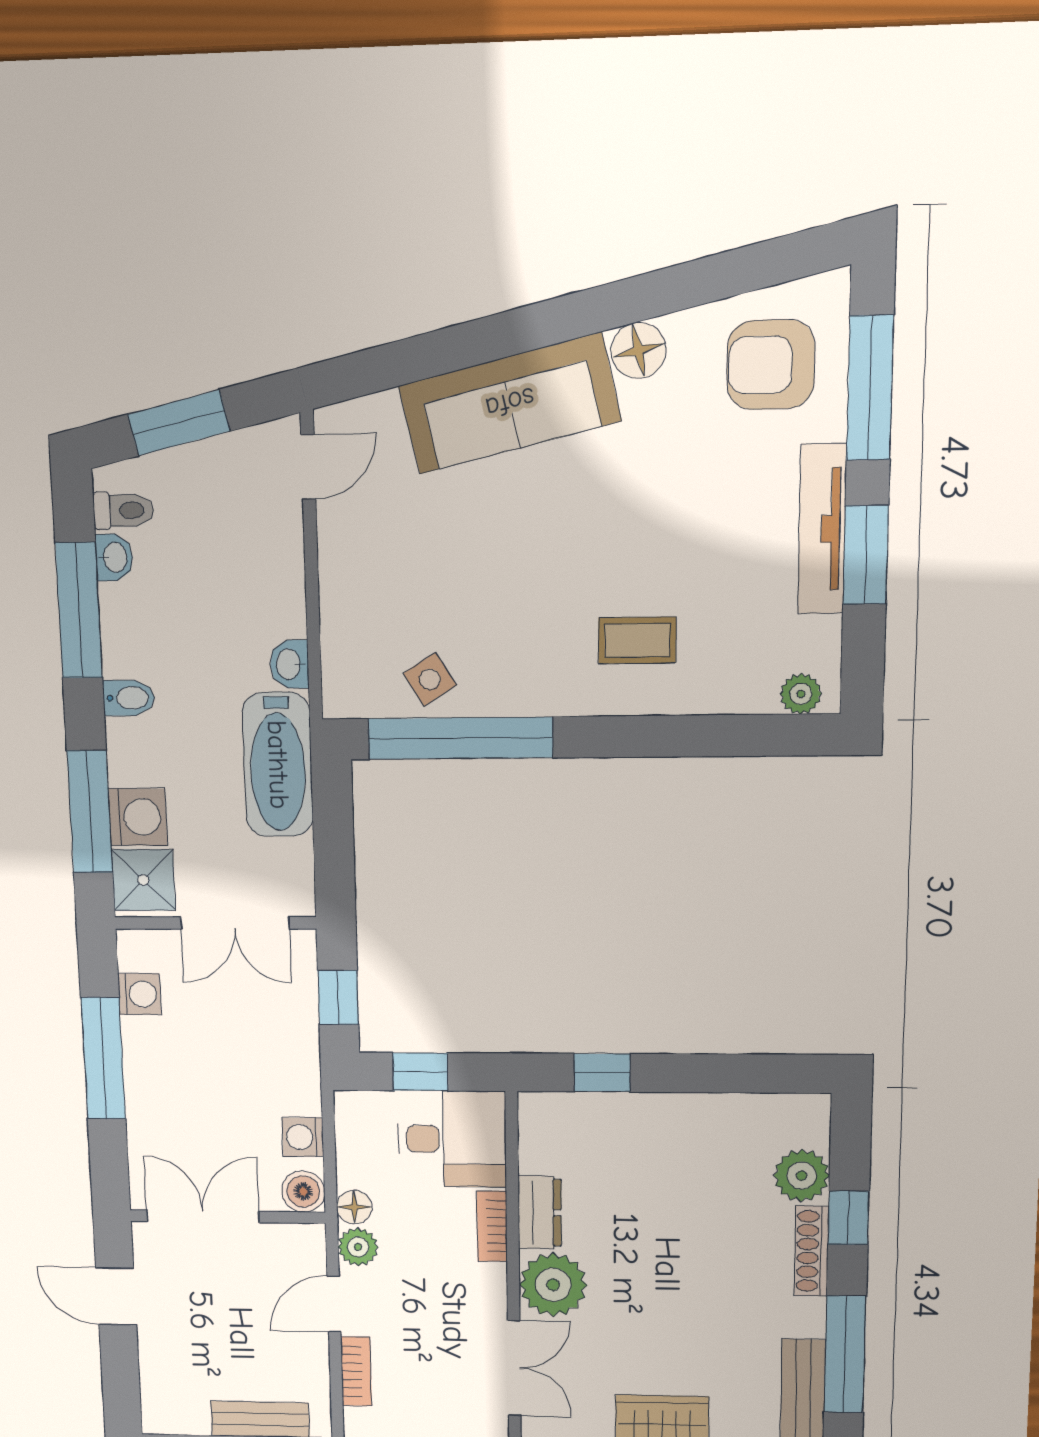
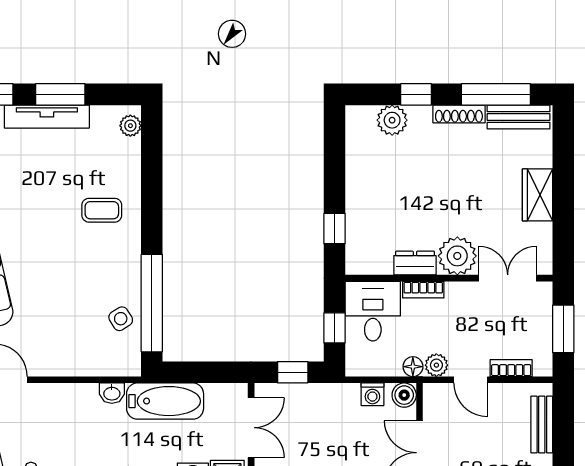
coffee table: (637, 640) -> (102, 210), turned 90
shoe rack: (812, 1251) -> (459, 114), moved

